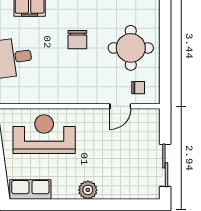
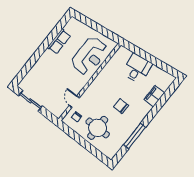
row of seats: (30, 189) -> (59, 41), moved
plant: (88, 190) -> (47, 56), removed

